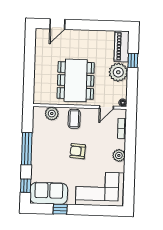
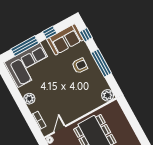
plant: (52, 114) -> (108, 95), moved
coffee table: (74, 119) -> (79, 106), removed
armchair: (78, 151) -> (80, 66), moved
window: (93, 210) -> (25, 46), added

